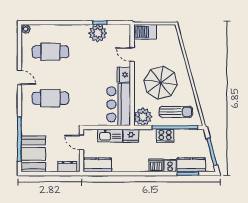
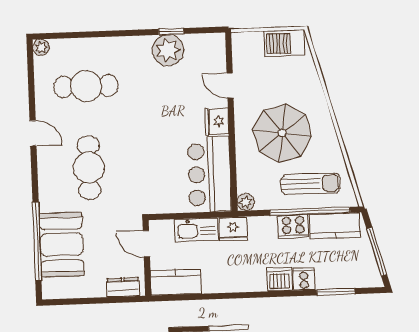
barbecue: (145, 32) -> (284, 43), moved
cafe table: (50, 98) -> (89, 168), turned 90
plant: (143, 117) -> (246, 202), width x0.53, depth x0.53
booth: (33, 154) -> (61, 245), moved
kitchen counter: (191, 165) -> (335, 226), moved, turned 180

